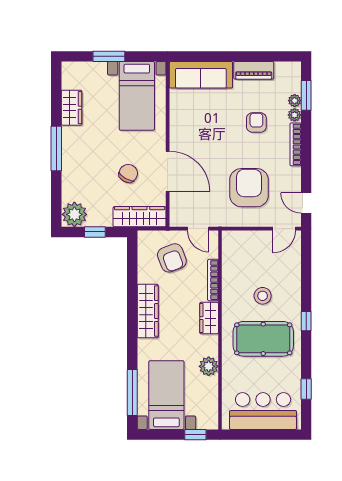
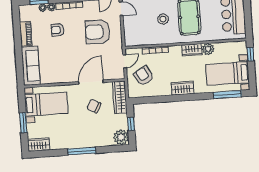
wardrobe: (71, 108) -> (39, 145), moved
armchair: (172, 258) -> (144, 76), turned -99
wardrobe: (148, 311) -> (182, 88), width x0.67
wardrobe: (209, 318) -> (192, 50), moved

